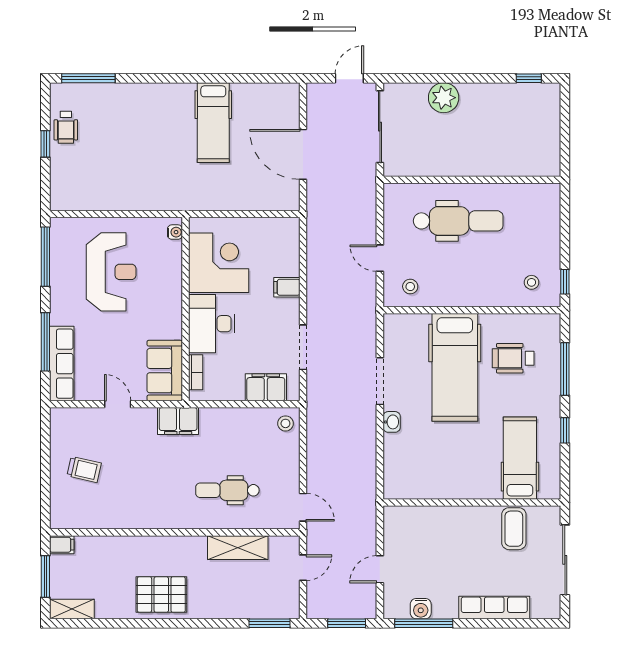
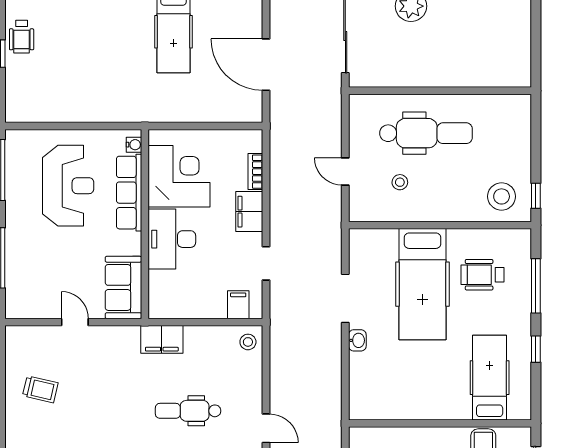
stool: (532, 282) -> (502, 196), width x1.89, depth x1.89
filing cabinet: (287, 287) -> (249, 212), width x2.00
stool: (410, 287) -> (400, 182), moved
doorway: (303, 347) -> (266, 263), width x0.73
row of seats: (62, 364) -> (129, 193), moved, turned 180
bookcase: (196, 372) -> (255, 172), moved, turned 180
filing cabinet: (266, 387) -> (238, 305), width x0.50
filing cabinet: (178, 421) -> (162, 339), moved

